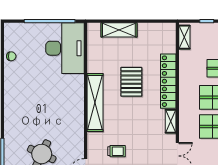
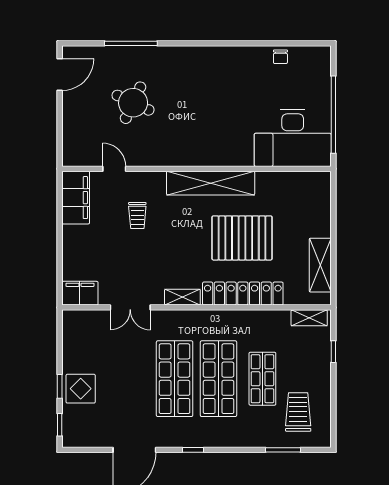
shelving: (119, 30) -> (320, 265), moved
pallet: (131, 82) -> (242, 238), width x1.37, depth x1.41

